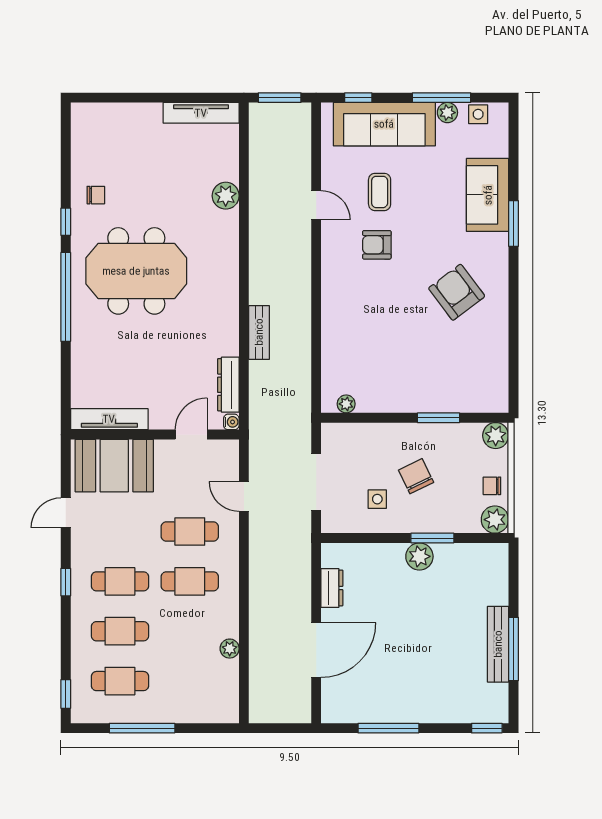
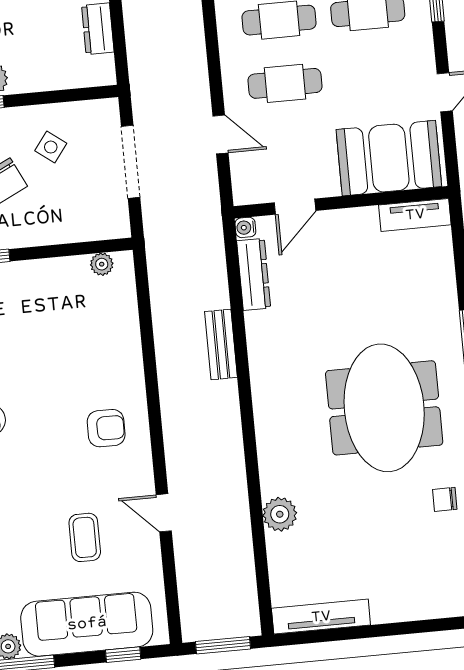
armchair: (377, 245) -> (106, 428), moved
meeting table: (136, 271) -> (384, 408), turned 90
tv unit: (109, 419) -> (415, 215), width x0.71
side table: (377, 499) -> (51, 147), turned 37

